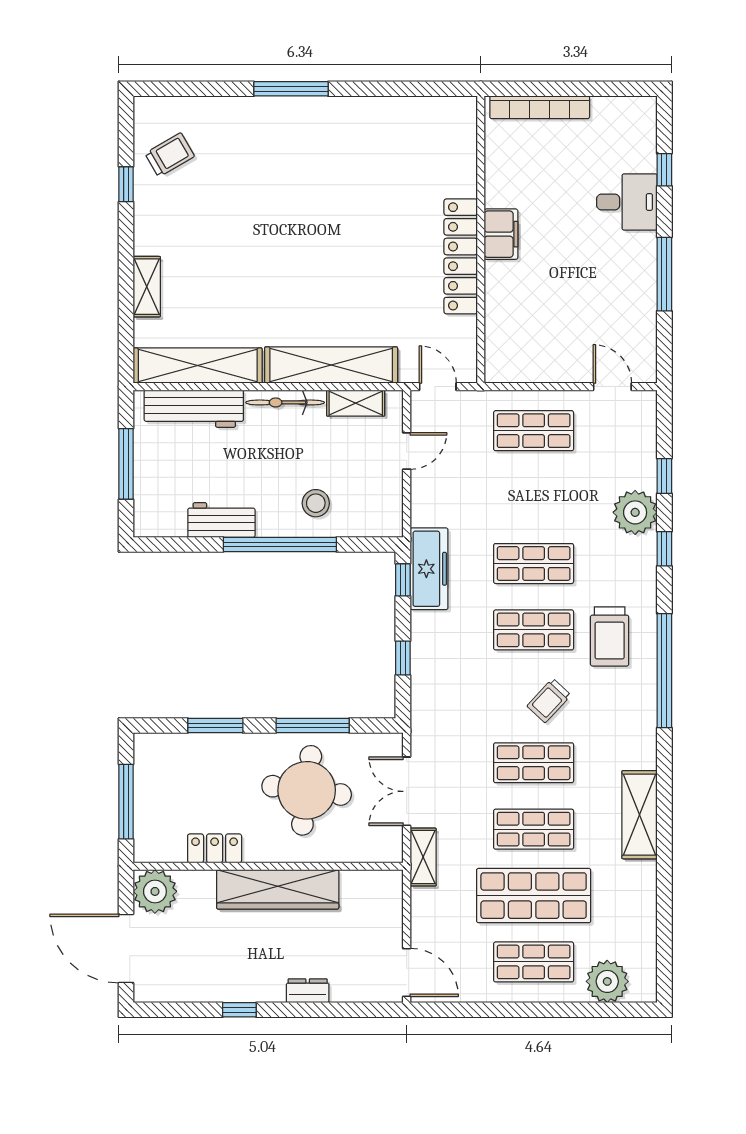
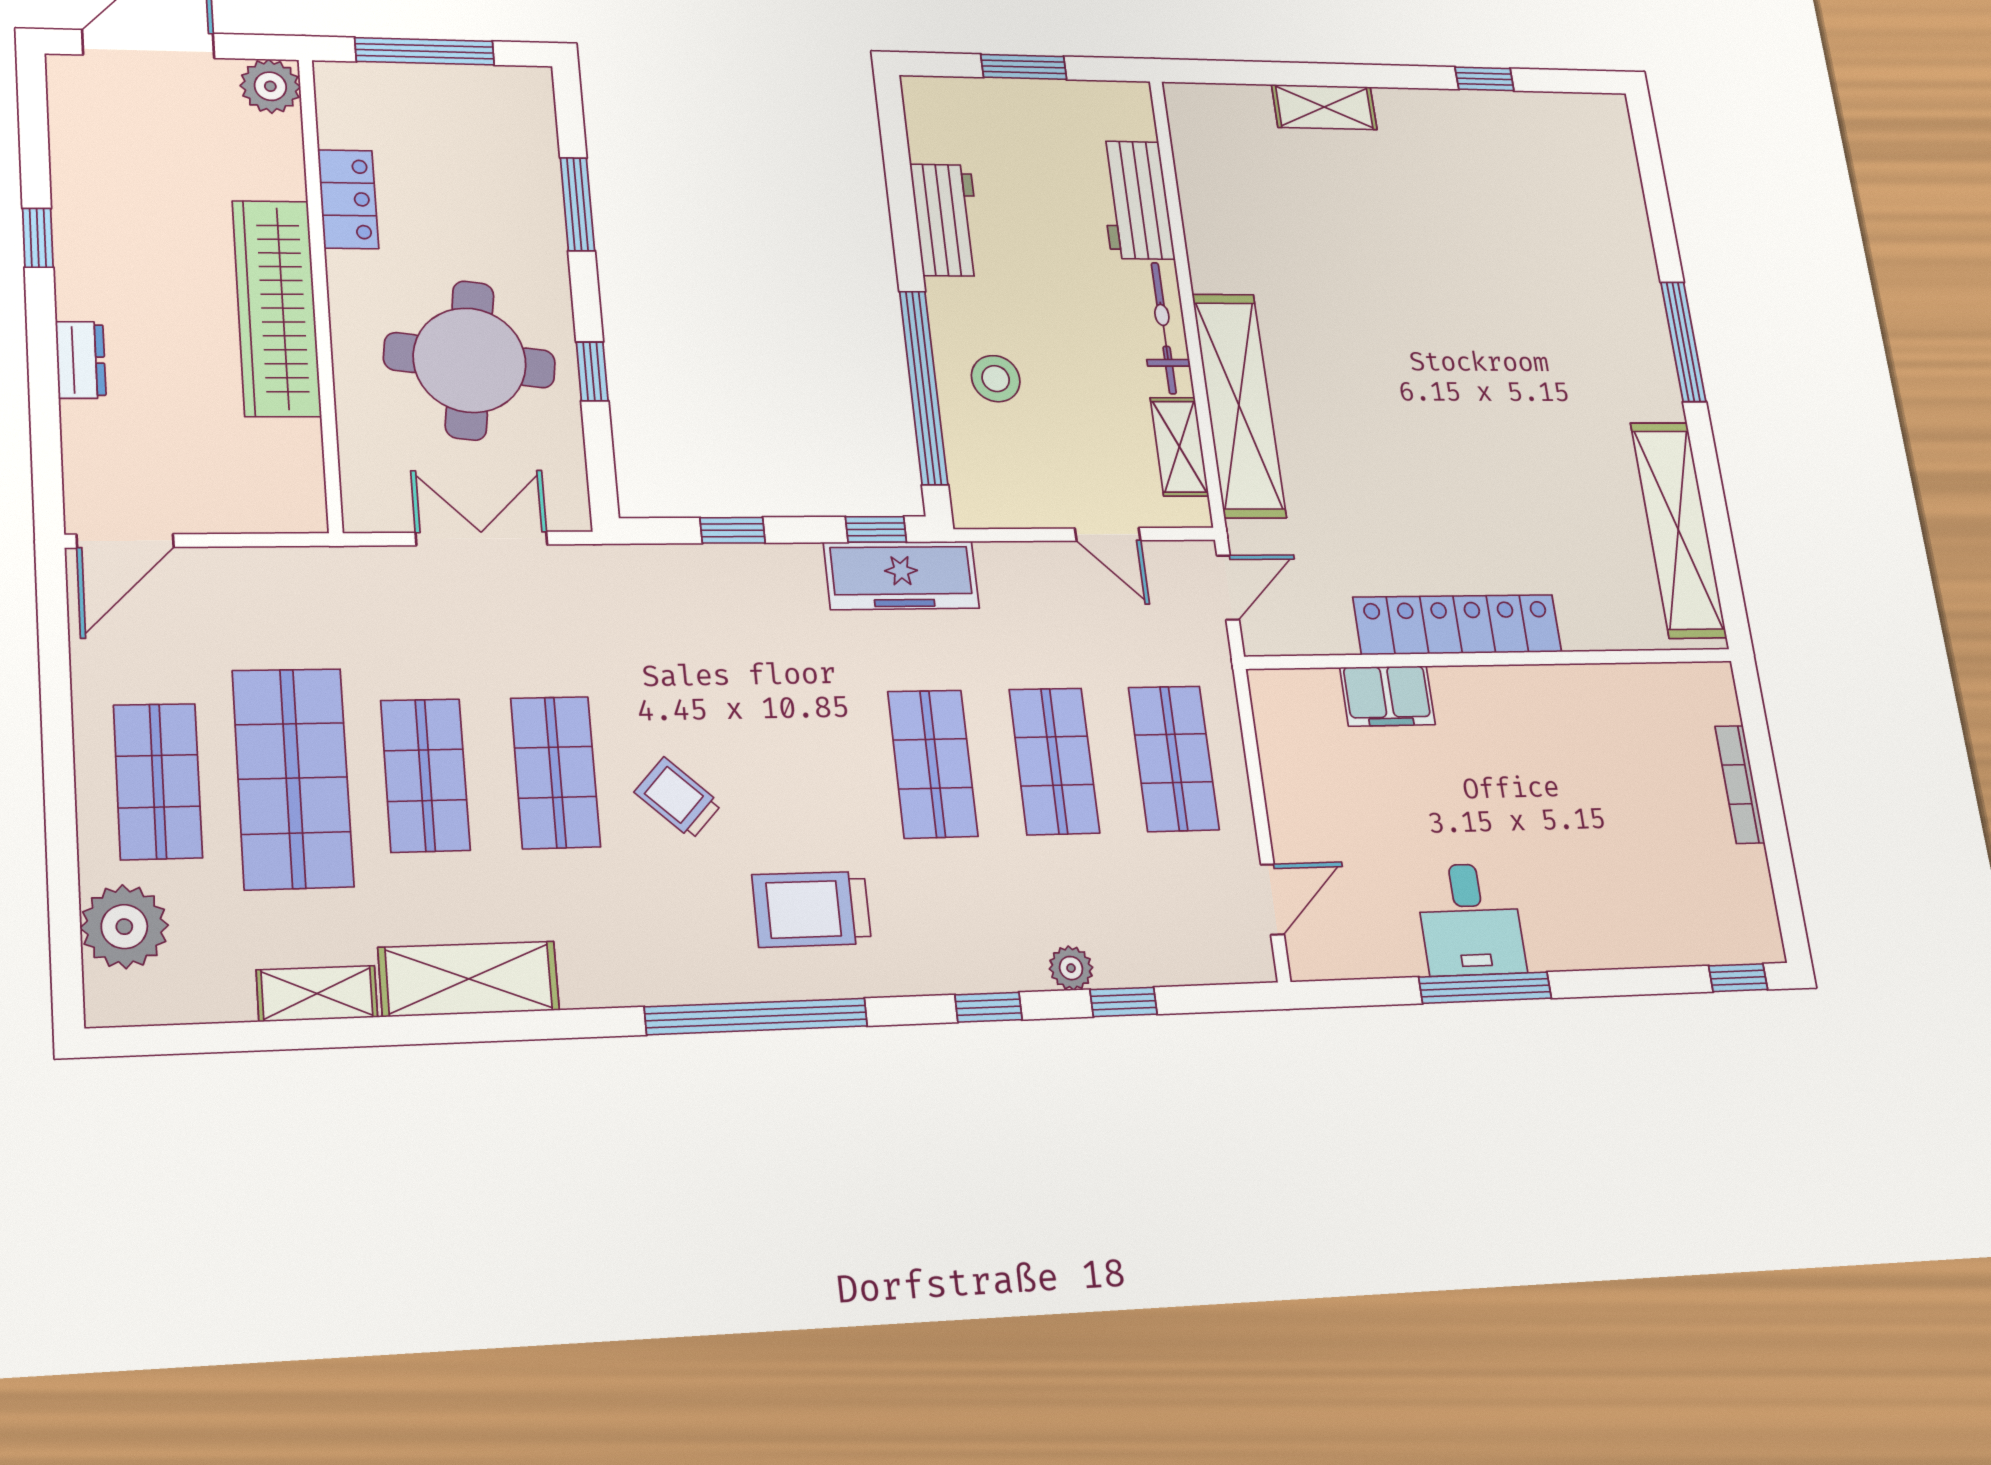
bookcase: (540, 107) -> (1740, 784), width x0.68, depth x0.76
trolley: (170, 155) -> (1543, 148), removed
window: (664, 170) -> (1738, 978), moved
desk: (627, 202) -> (1470, 919), moved
filing cabinet: (501, 234) -> (1387, 696), moved
shelving: (198, 366) -> (1678, 530), moved
workbench: (194, 409) -> (1135, 200), width x0.73
window: (126, 464) -> (1024, 67), width x0.69
plant: (635, 512) -> (1071, 968), width x0.53, depth x0.53
window: (280, 544) -> (924, 387), moved
shop shelf: (534, 630) -> (1054, 761), moved
window: (313, 725) -> (592, 371), width x0.46
shelving: (423, 857) -> (317, 994), moved
plant: (155, 891) -> (270, 86), width x0.73, depth x0.73

